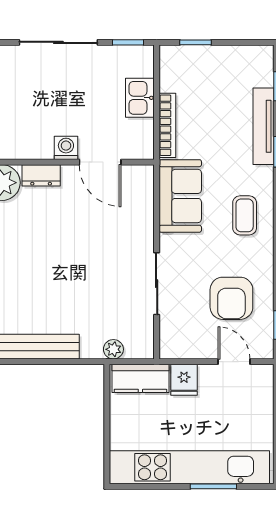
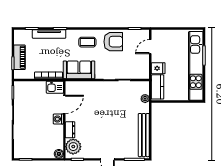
piano: (209, 58) -> (20, 57), added
kitchen sink: (140, 98) -> (55, 87), moved
armchair: (231, 298) -> (113, 42), moved

